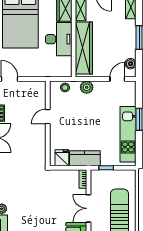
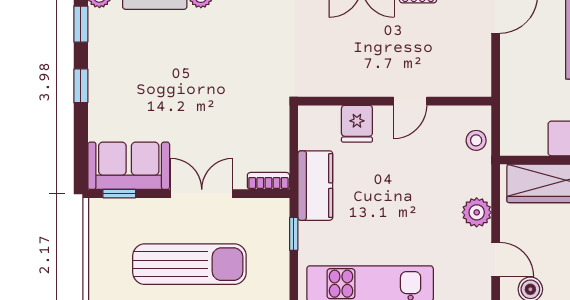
plant: (87, 87) -> (477, 212), moved
door: (48, 117) -> (410, 101), swing flipped
fridge: (62, 158) -> (357, 124), moved, turned 90

